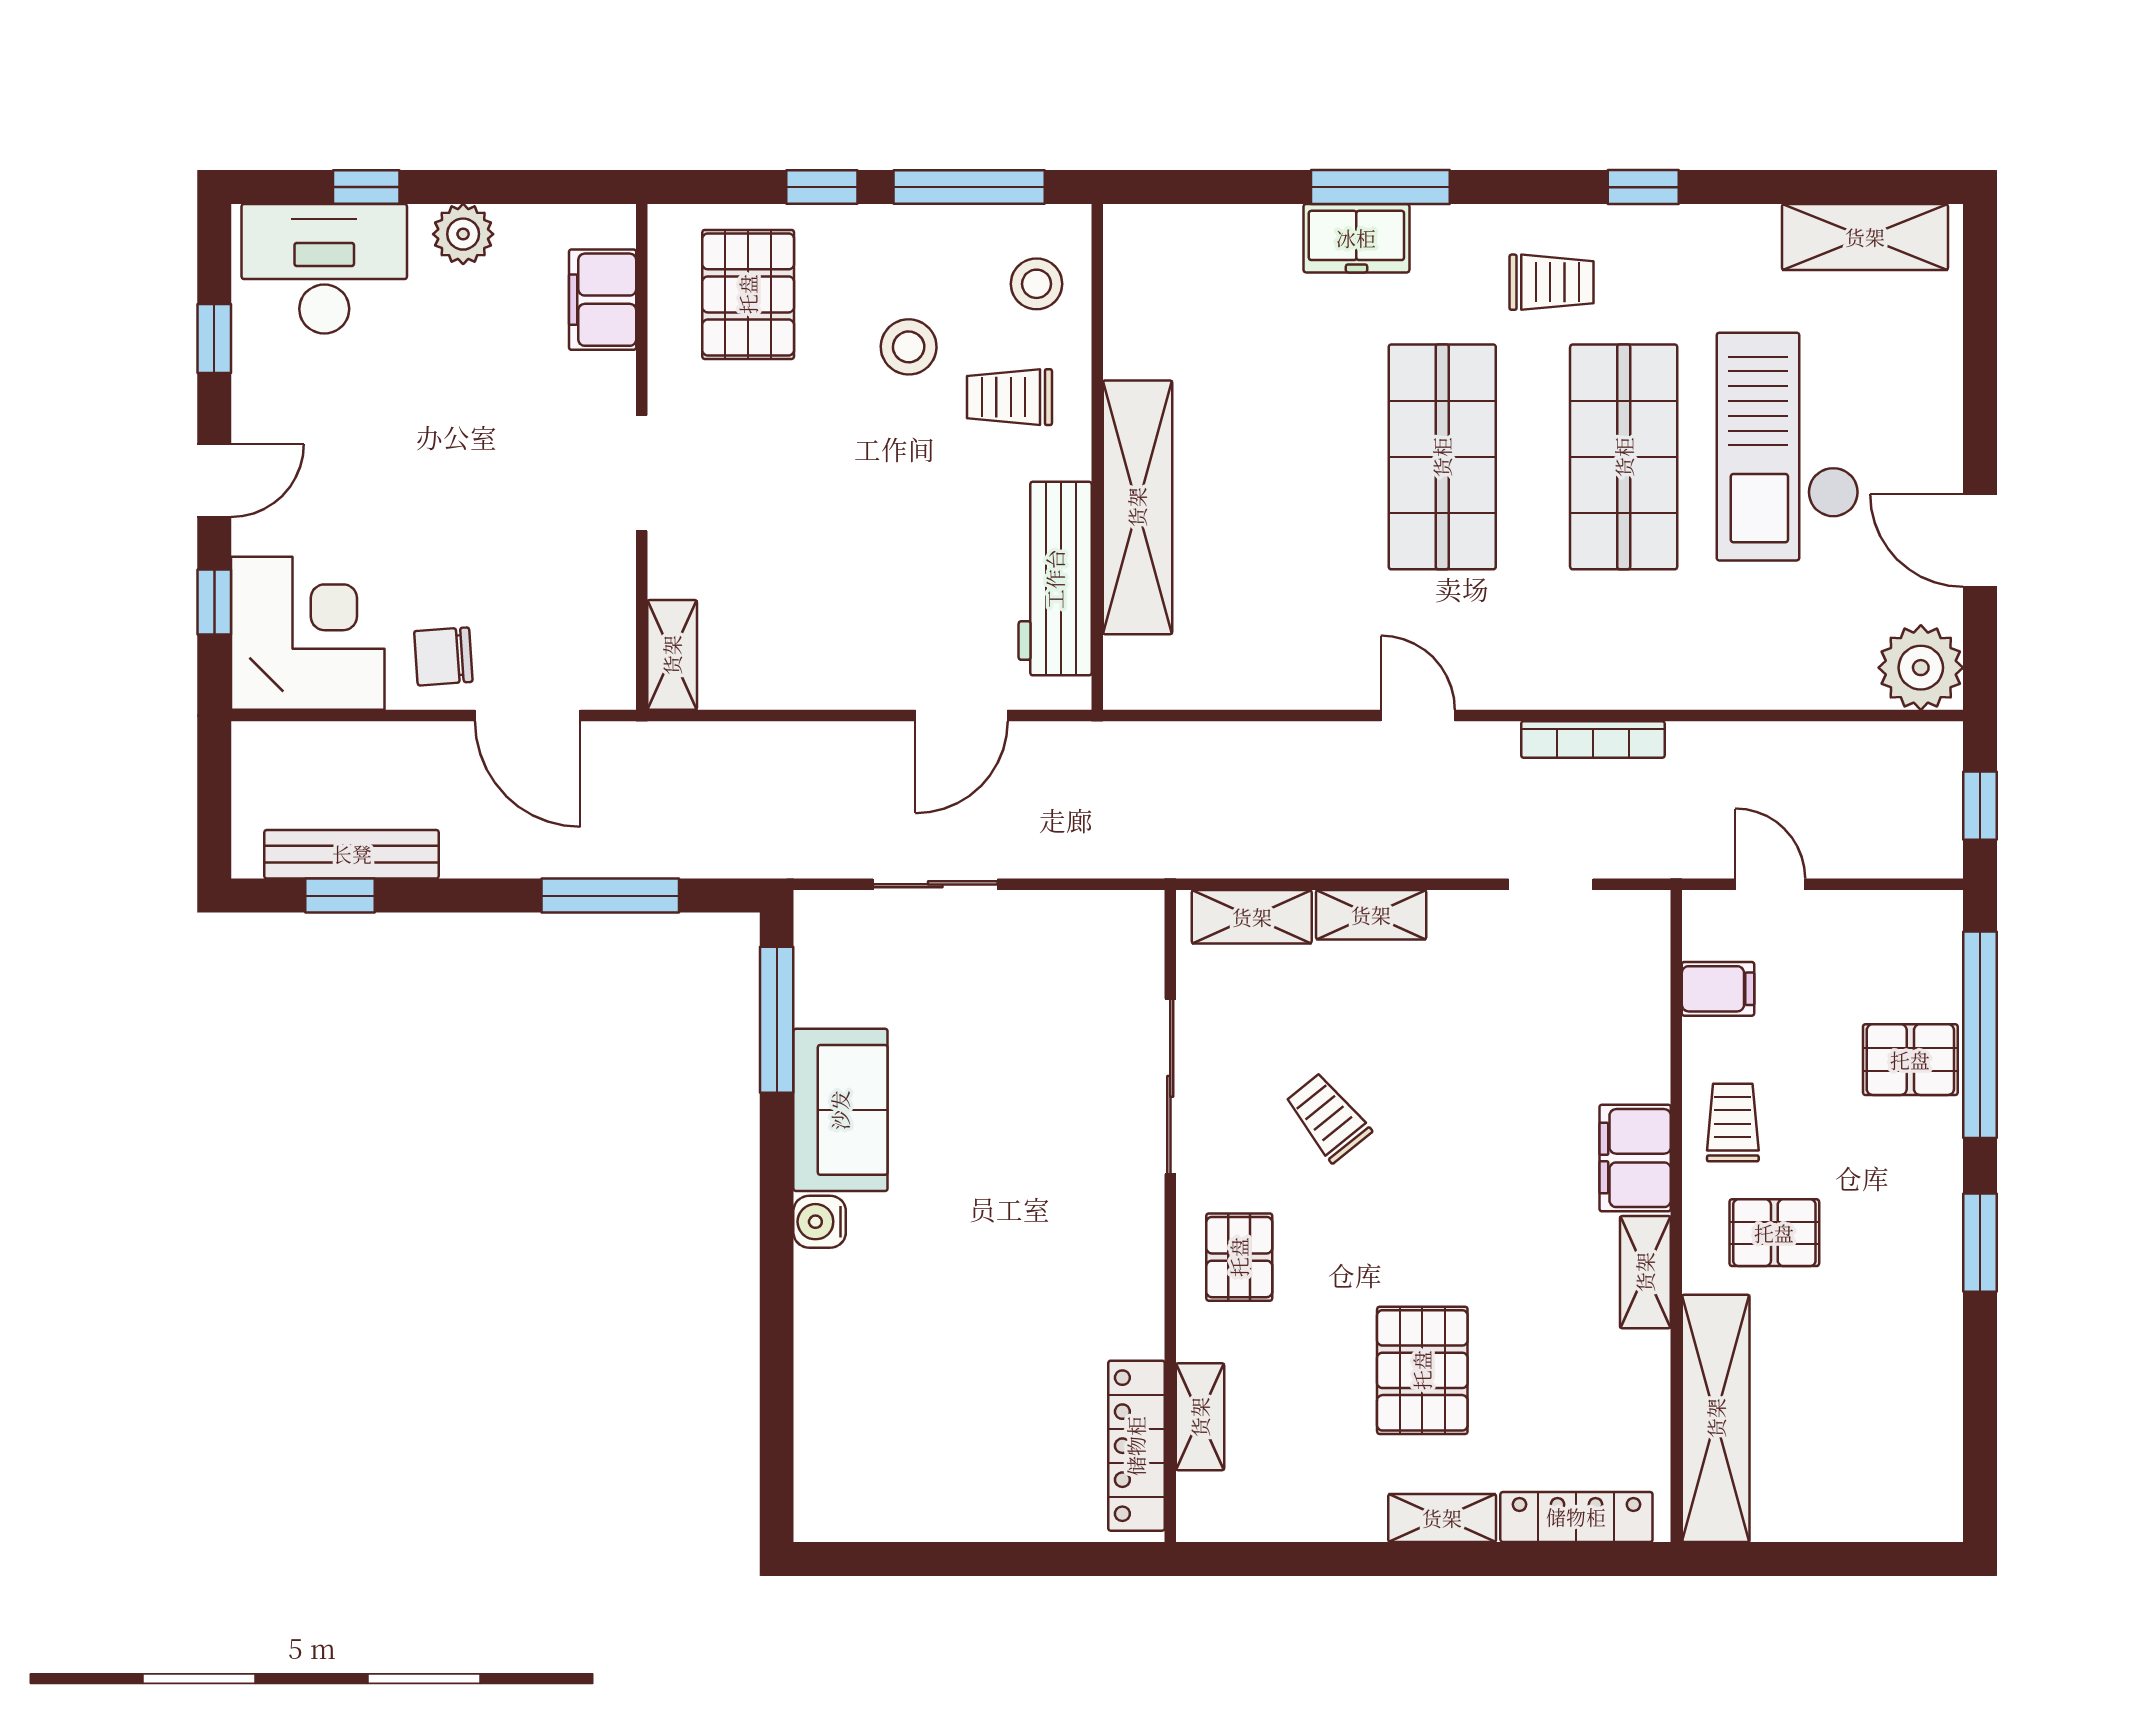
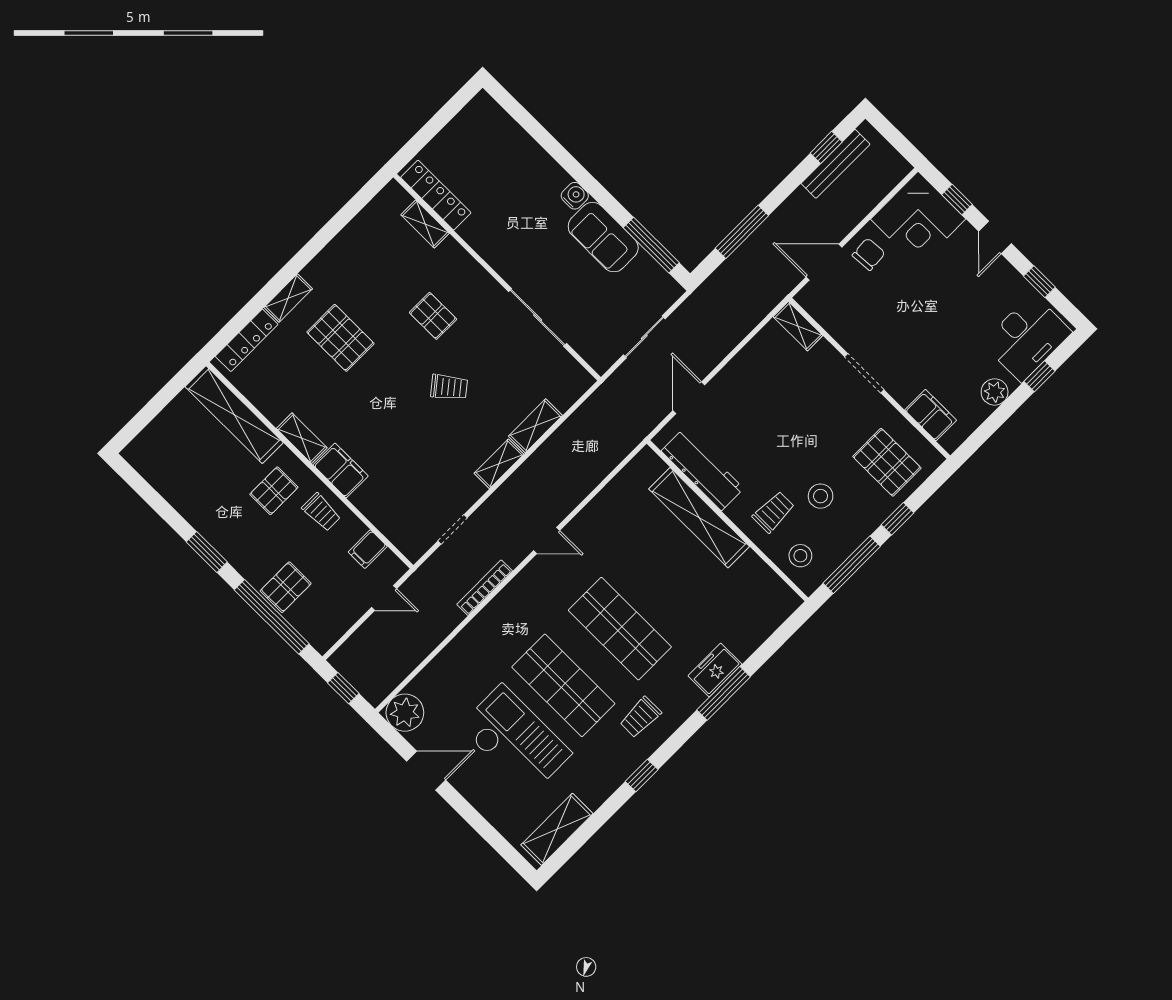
sliding door: (1170, 1086) -> (538, 318), moved
wall: (1170, 1216) -> (497, 277), moved
shelving: (1200, 1417) -> (425, 224), moved
locker: (1136, 1446) -> (436, 195), moved

